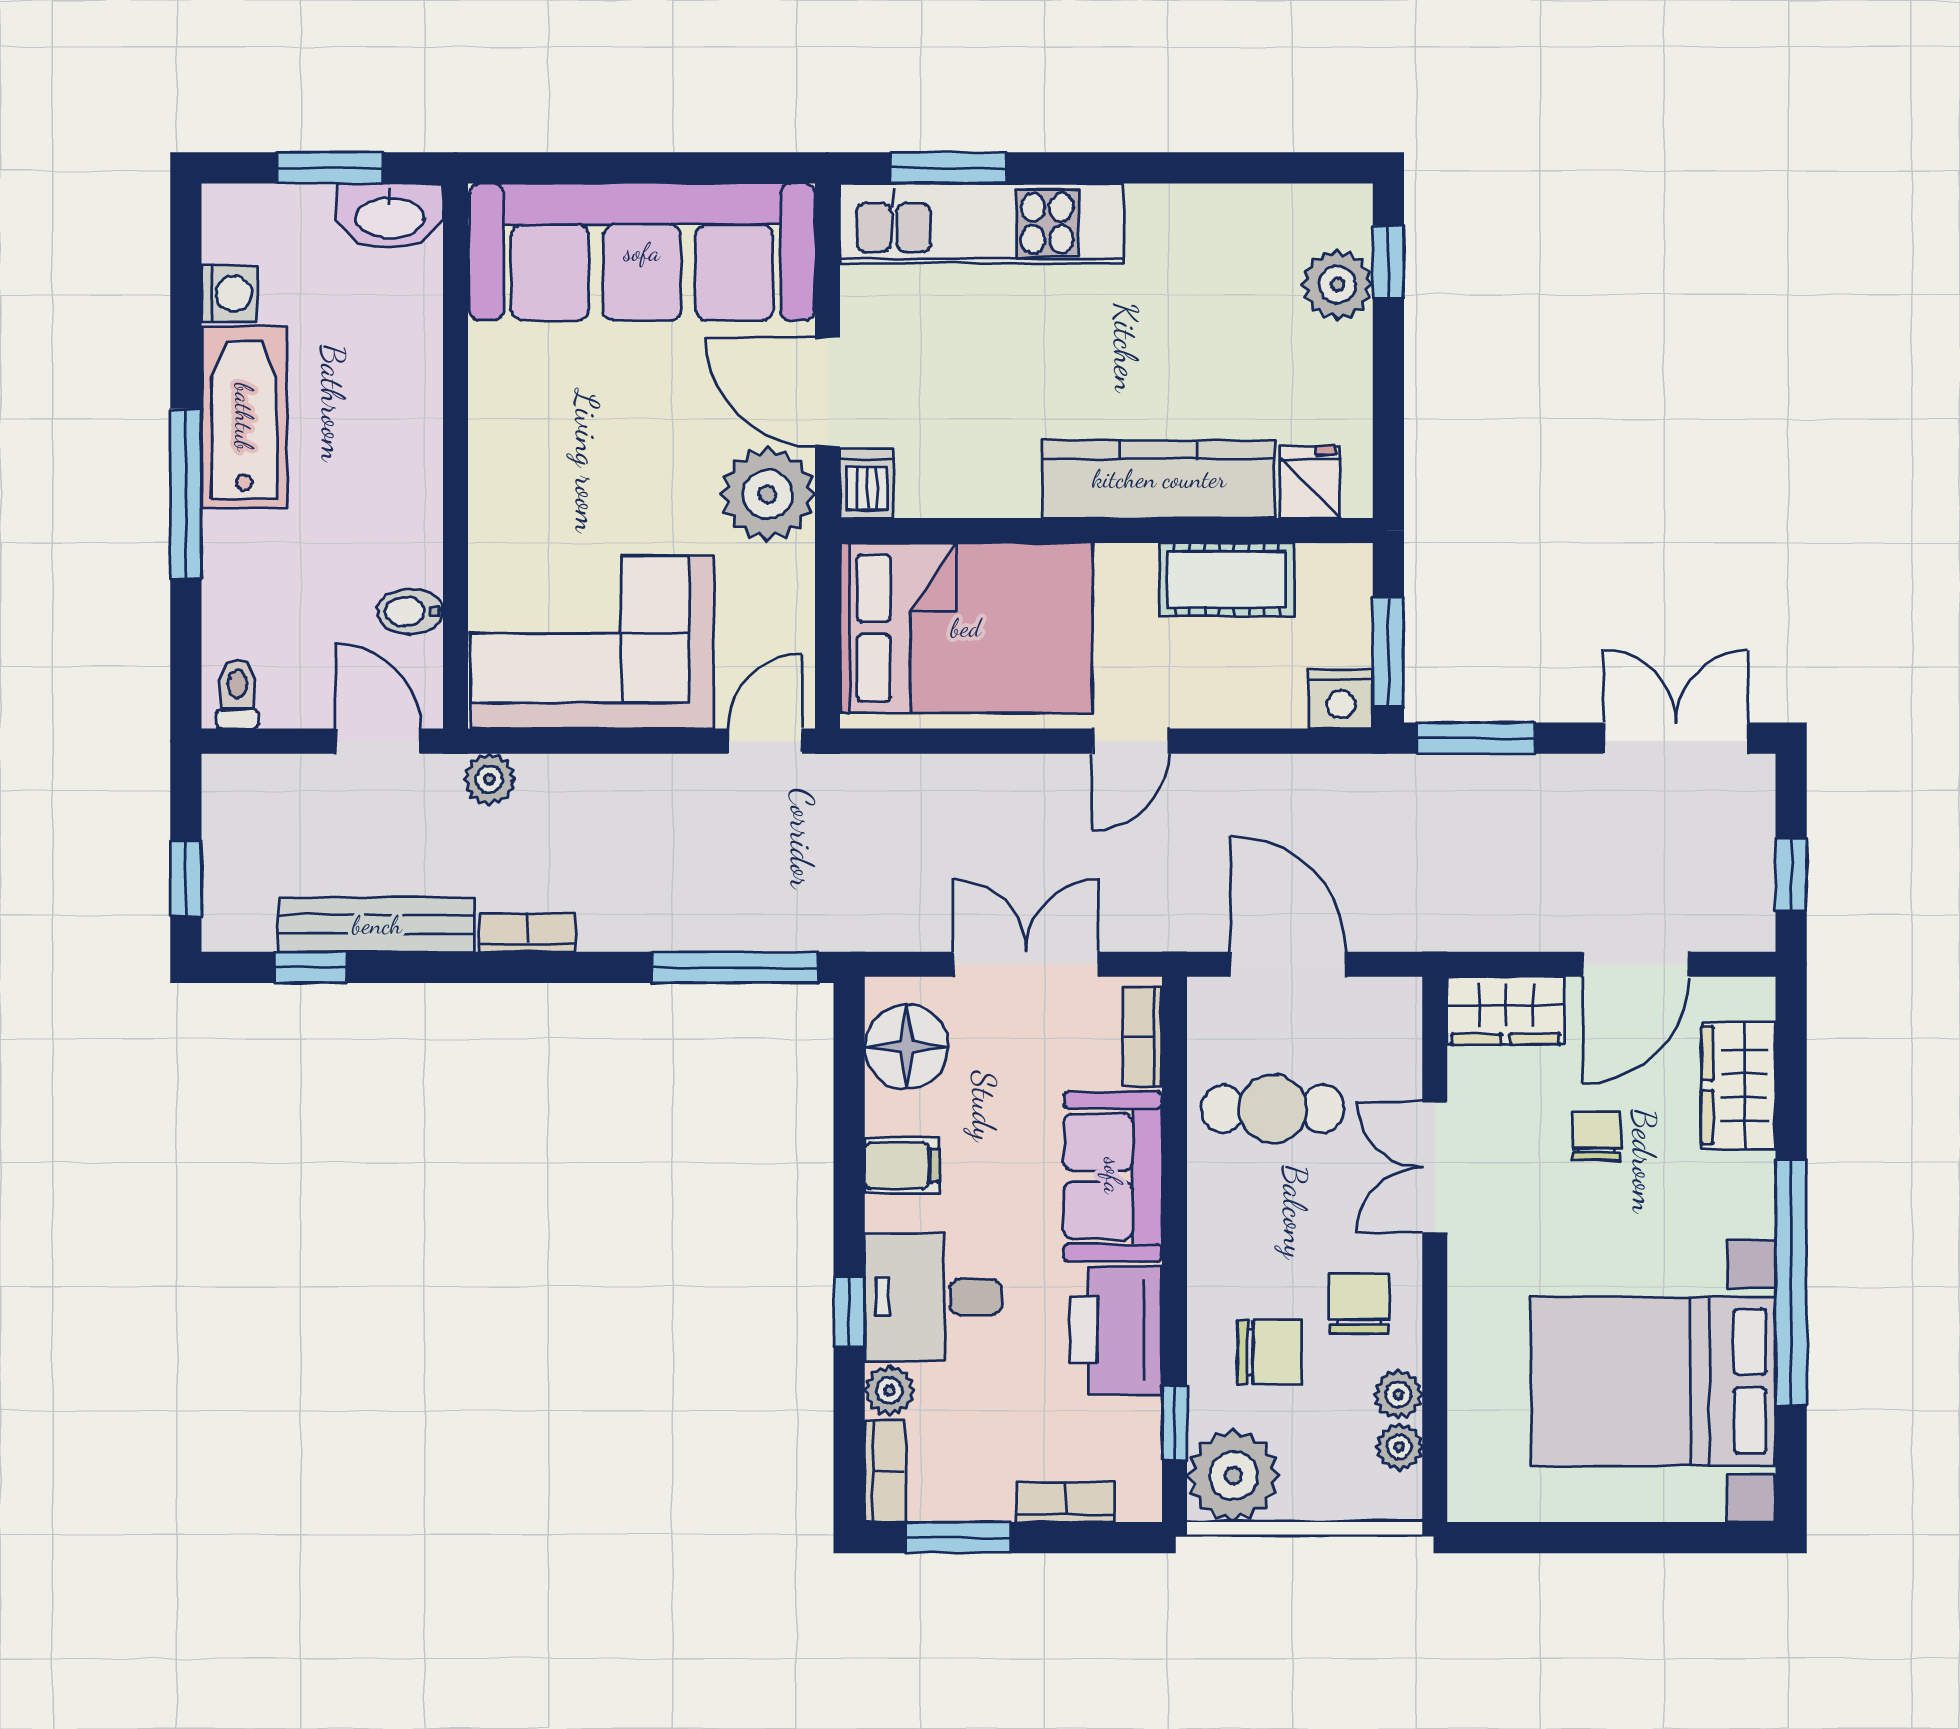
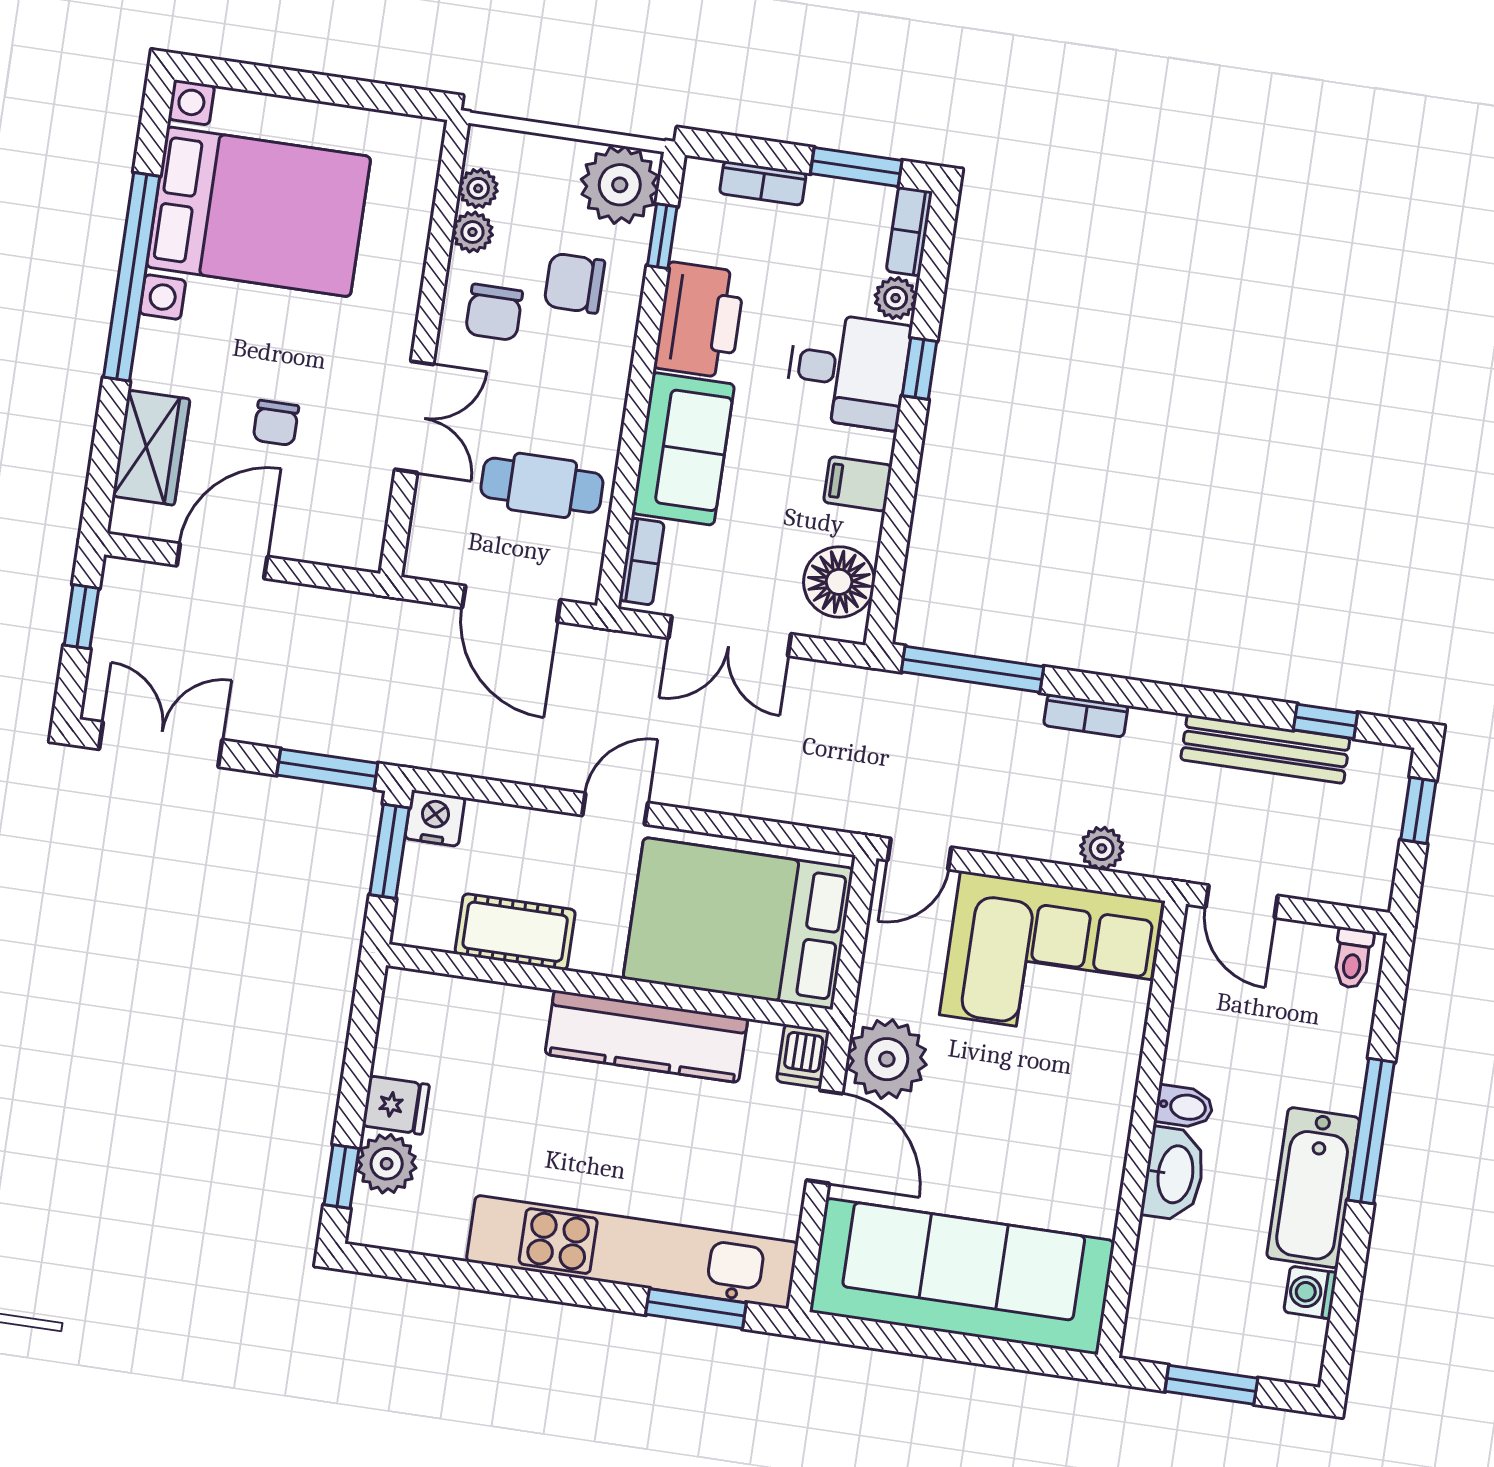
washbasin: (390, 216) -> (1174, 1174), moved, turned 90
kitchen unit: (982, 223) -> (632, 1252), width x1.36
kitchen counter: (1159, 479) -> (646, 1036), moved
fridge: (1310, 482) -> (396, 1105), moved, turned -90
bidet: (410, 611) -> (1184, 1107), moved
double door: (1676, 738) -> (161, 744), swing flipped
plant: (489, 779) -> (1102, 848), moved
bookcase: (527, 933) -> (1086, 716), moved
wardrobe: (1506, 1011) -> (336, 538), removed

